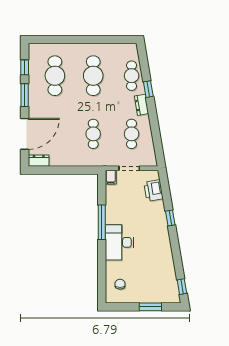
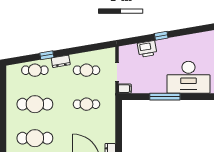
printer: (153, 190) -> (147, 49), moved
desk: (119, 242) -> (188, 77), width x1.36, depth x1.30

